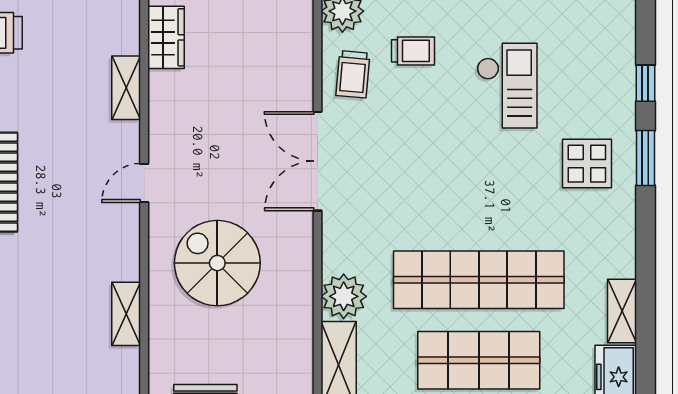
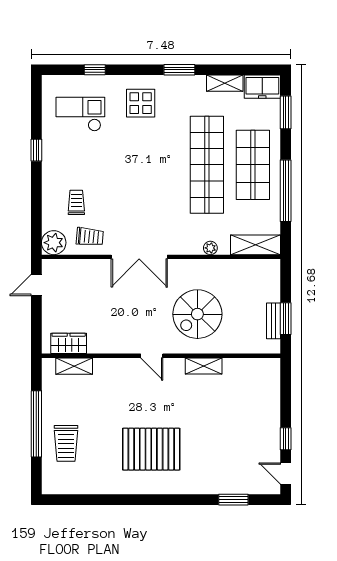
checkout: (507, 86) -> (80, 114), moved
shelving: (126, 88) -> (74, 366), moved
window: (645, 158) -> (179, 70), moved
plant: (344, 296) -> (210, 248), width x0.53, depth x0.53
shelving: (126, 314) -> (204, 366), moved

